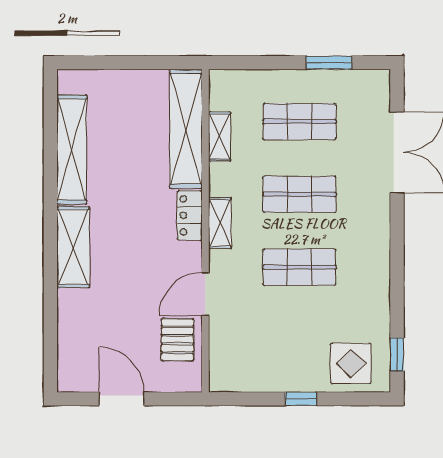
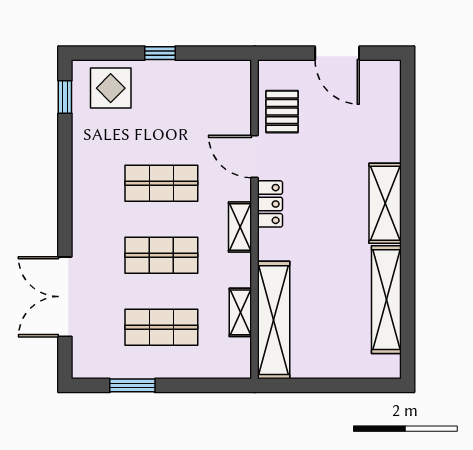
locker: (190, 215) -> (270, 204), moved
door: (205, 294) -> (254, 157), swing flipped

